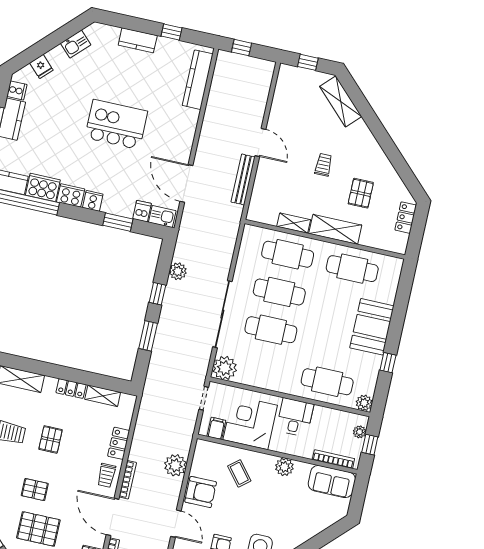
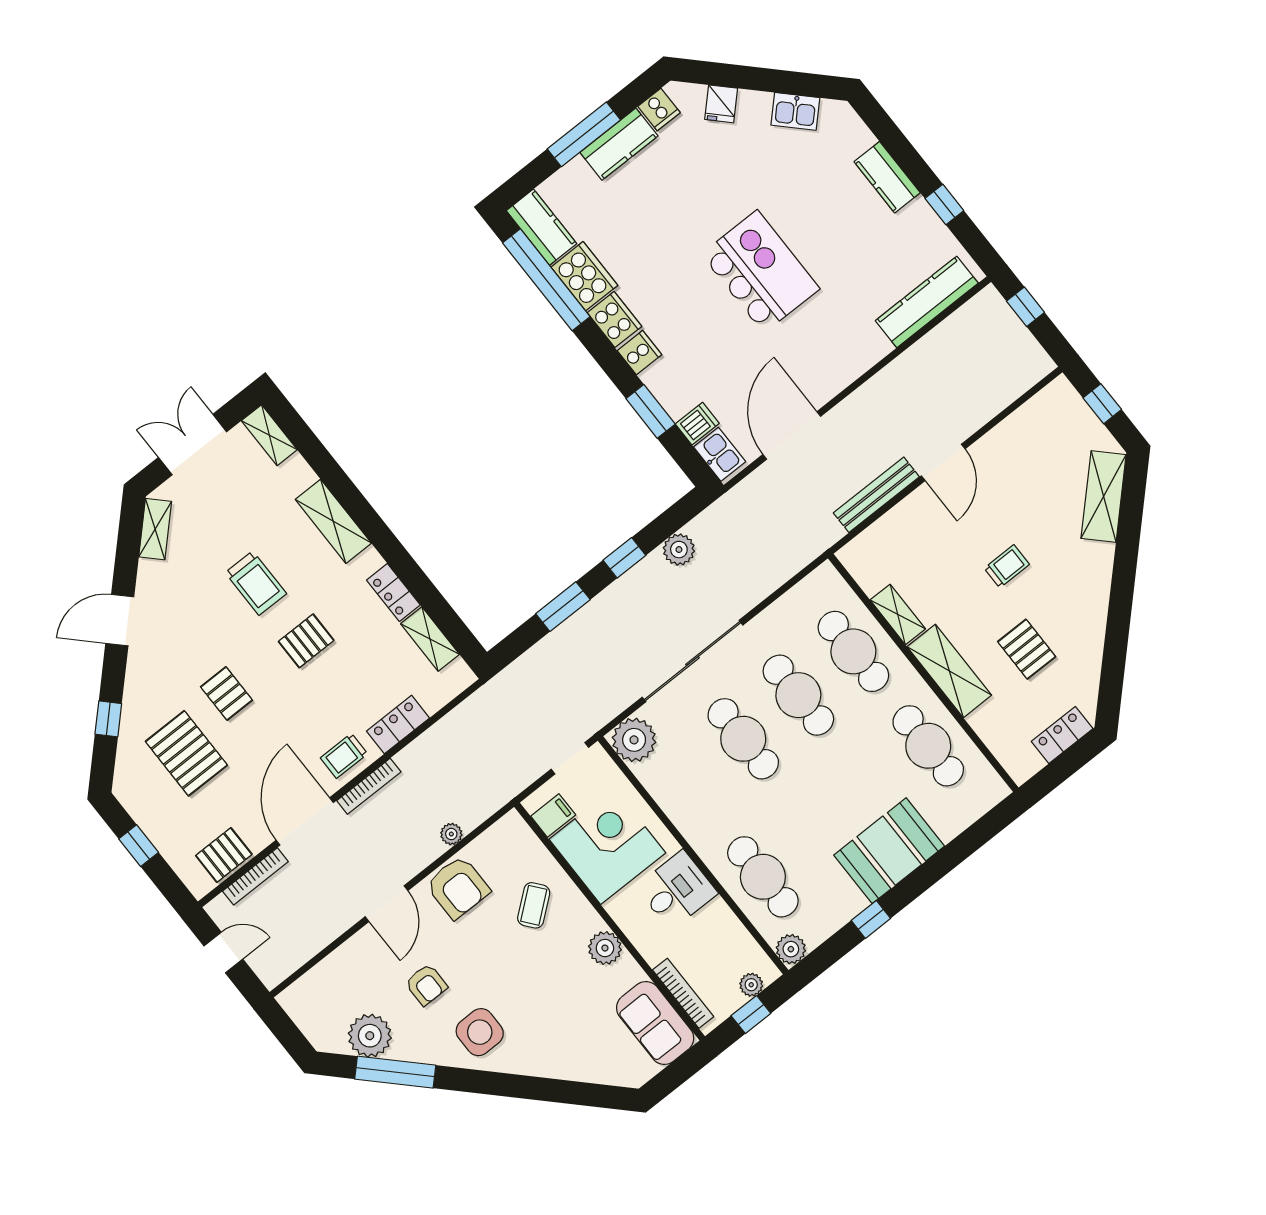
pallet: (361, 193) -> (1027, 649), turned 90
plant: (175, 465) -> (451, 834), width x0.53, depth x0.53

